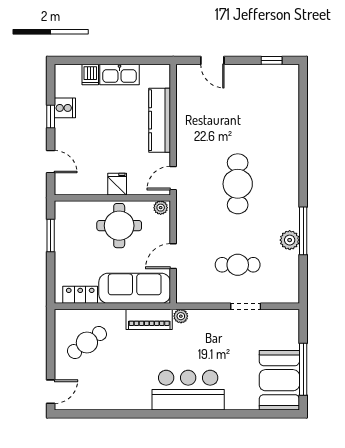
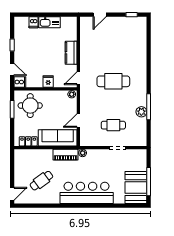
door: (212, 60) -> (100, 15), hinge flipped
cooker: (65, 108) -> (20, 82), moved
kitchen counter: (160, 120) -> (71, 53), width x0.67
cafe table: (238, 184) -> (113, 81), turned 90
round table: (119, 226) -> (30, 106), moved
cafe table: (87, 343) -> (41, 181), moved
bar counter: (188, 390) -> (87, 193), width x1.36

